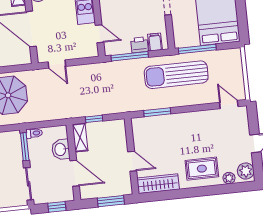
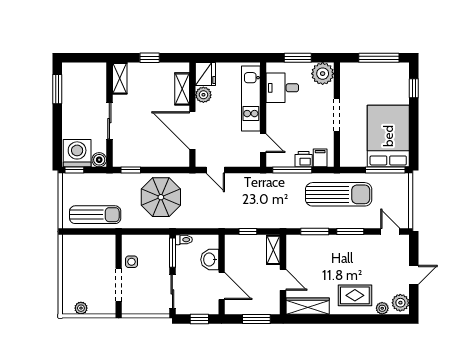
window: (197, 49) -> (385, 170), moved
sun lounger: (176, 75) -> (339, 194), turned 180
window: (191, 109) -> (350, 231), added
shelving: (80, 138) -> (273, 250), moved

